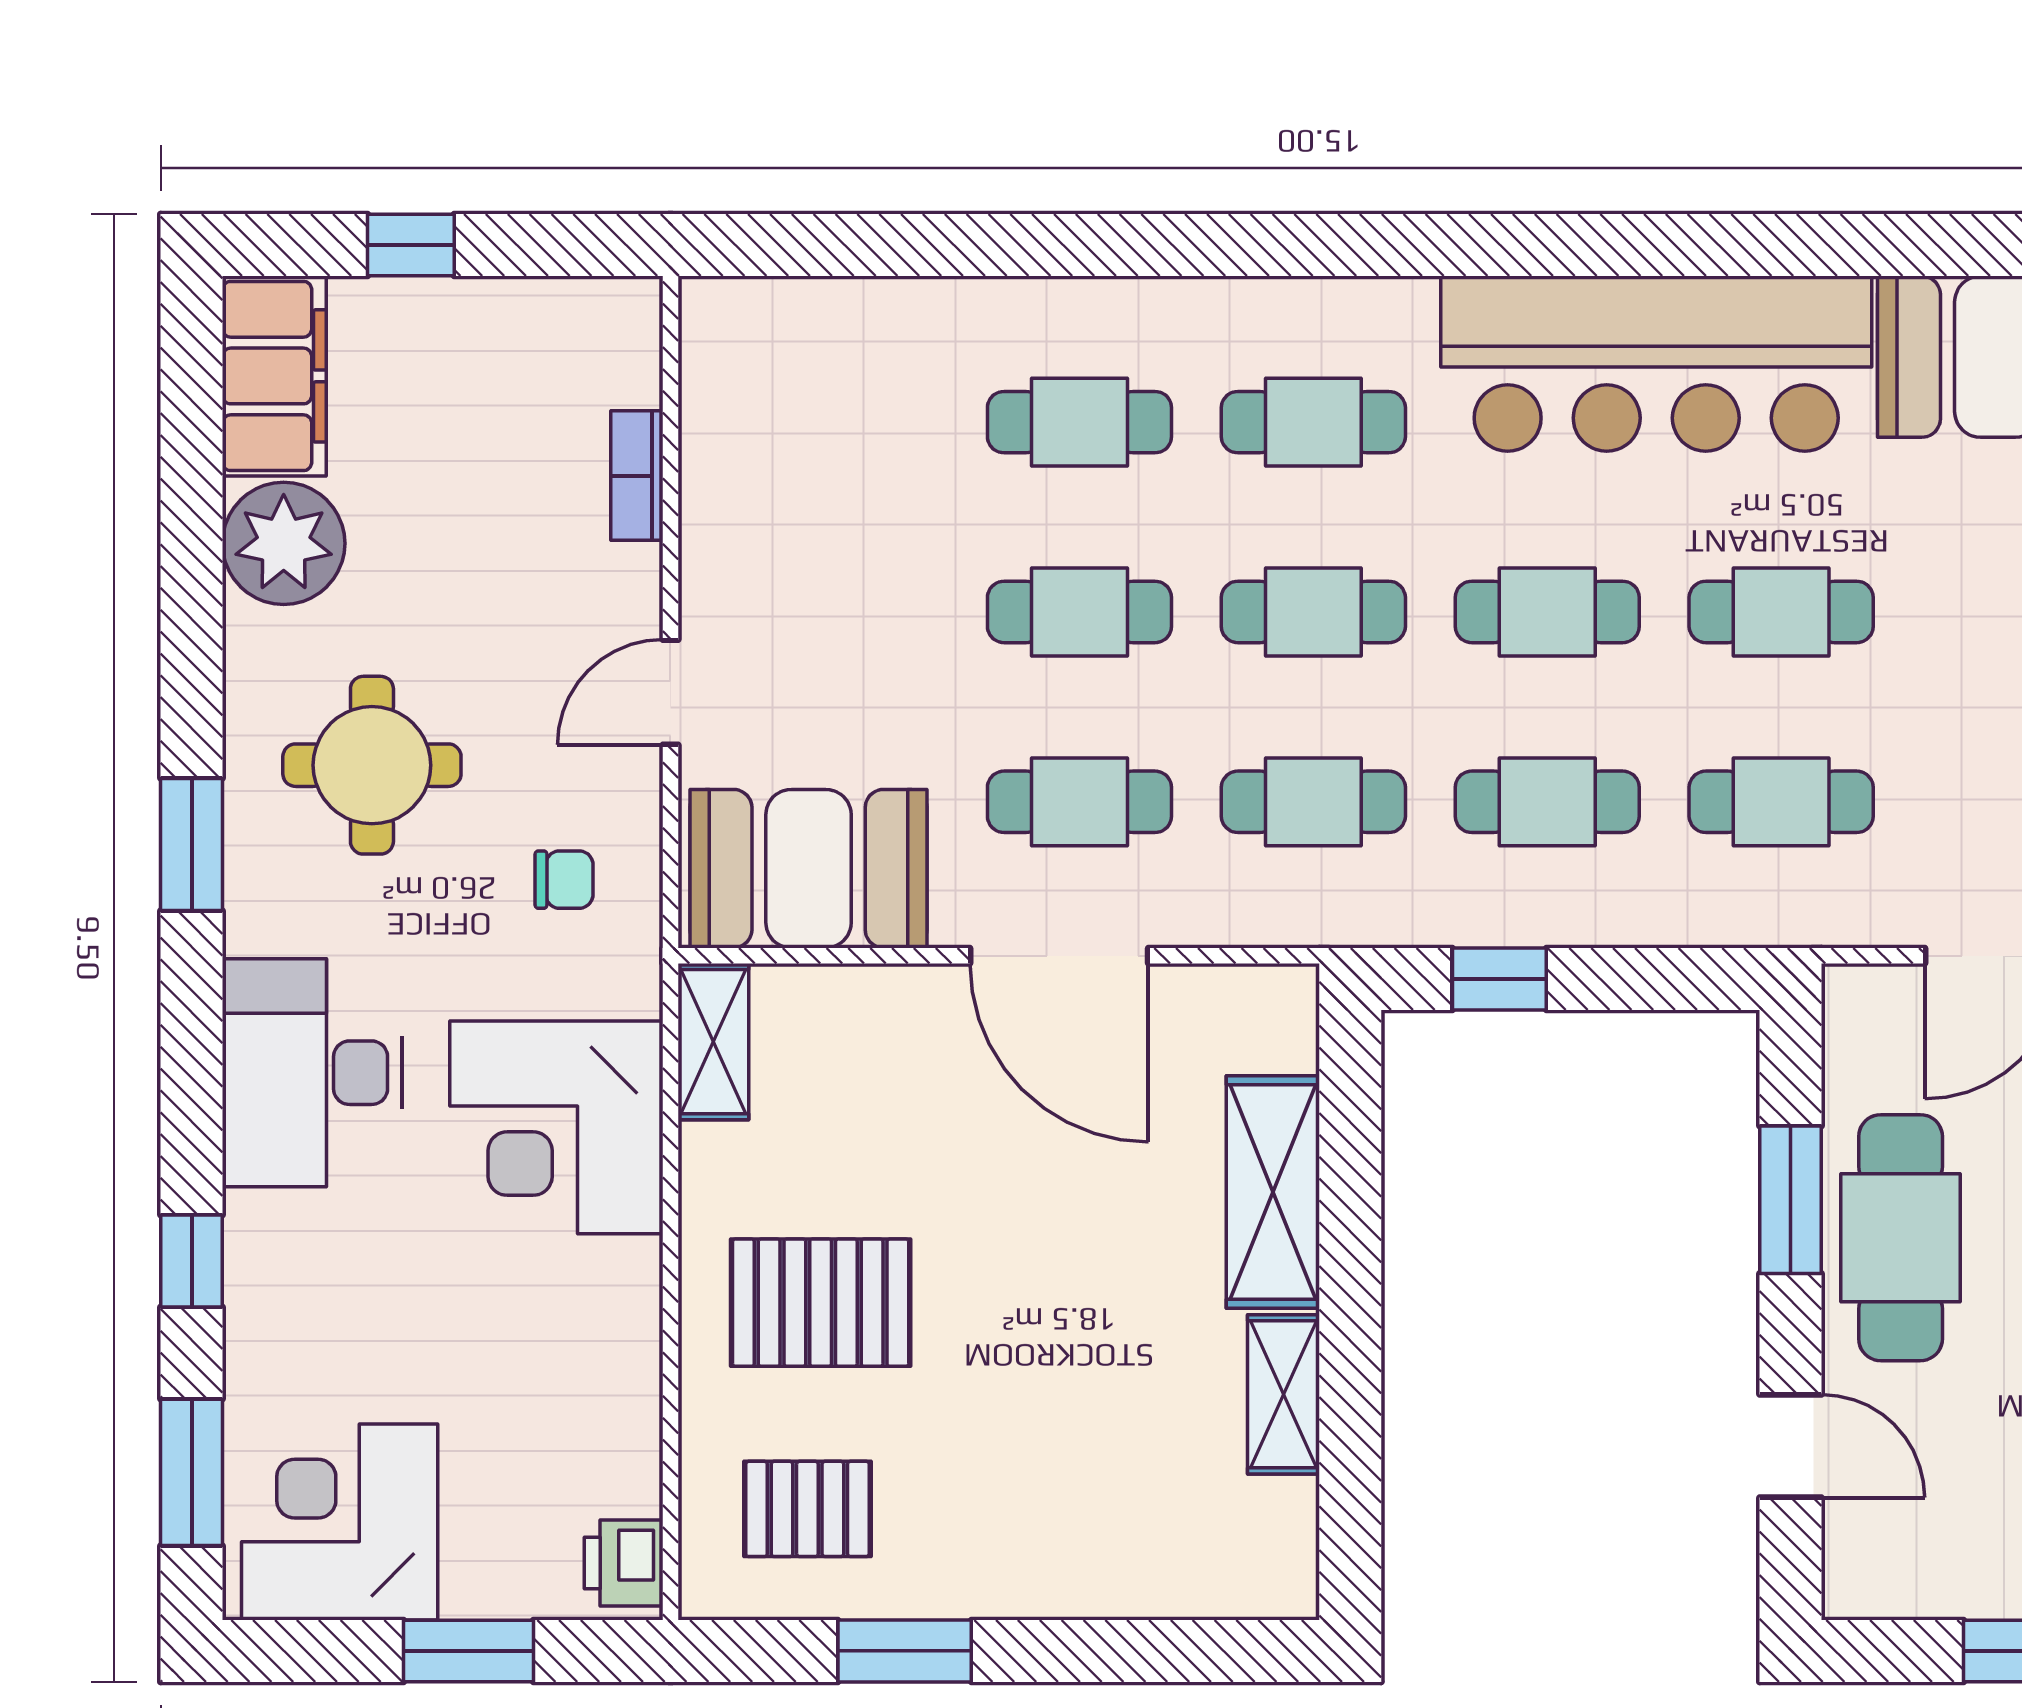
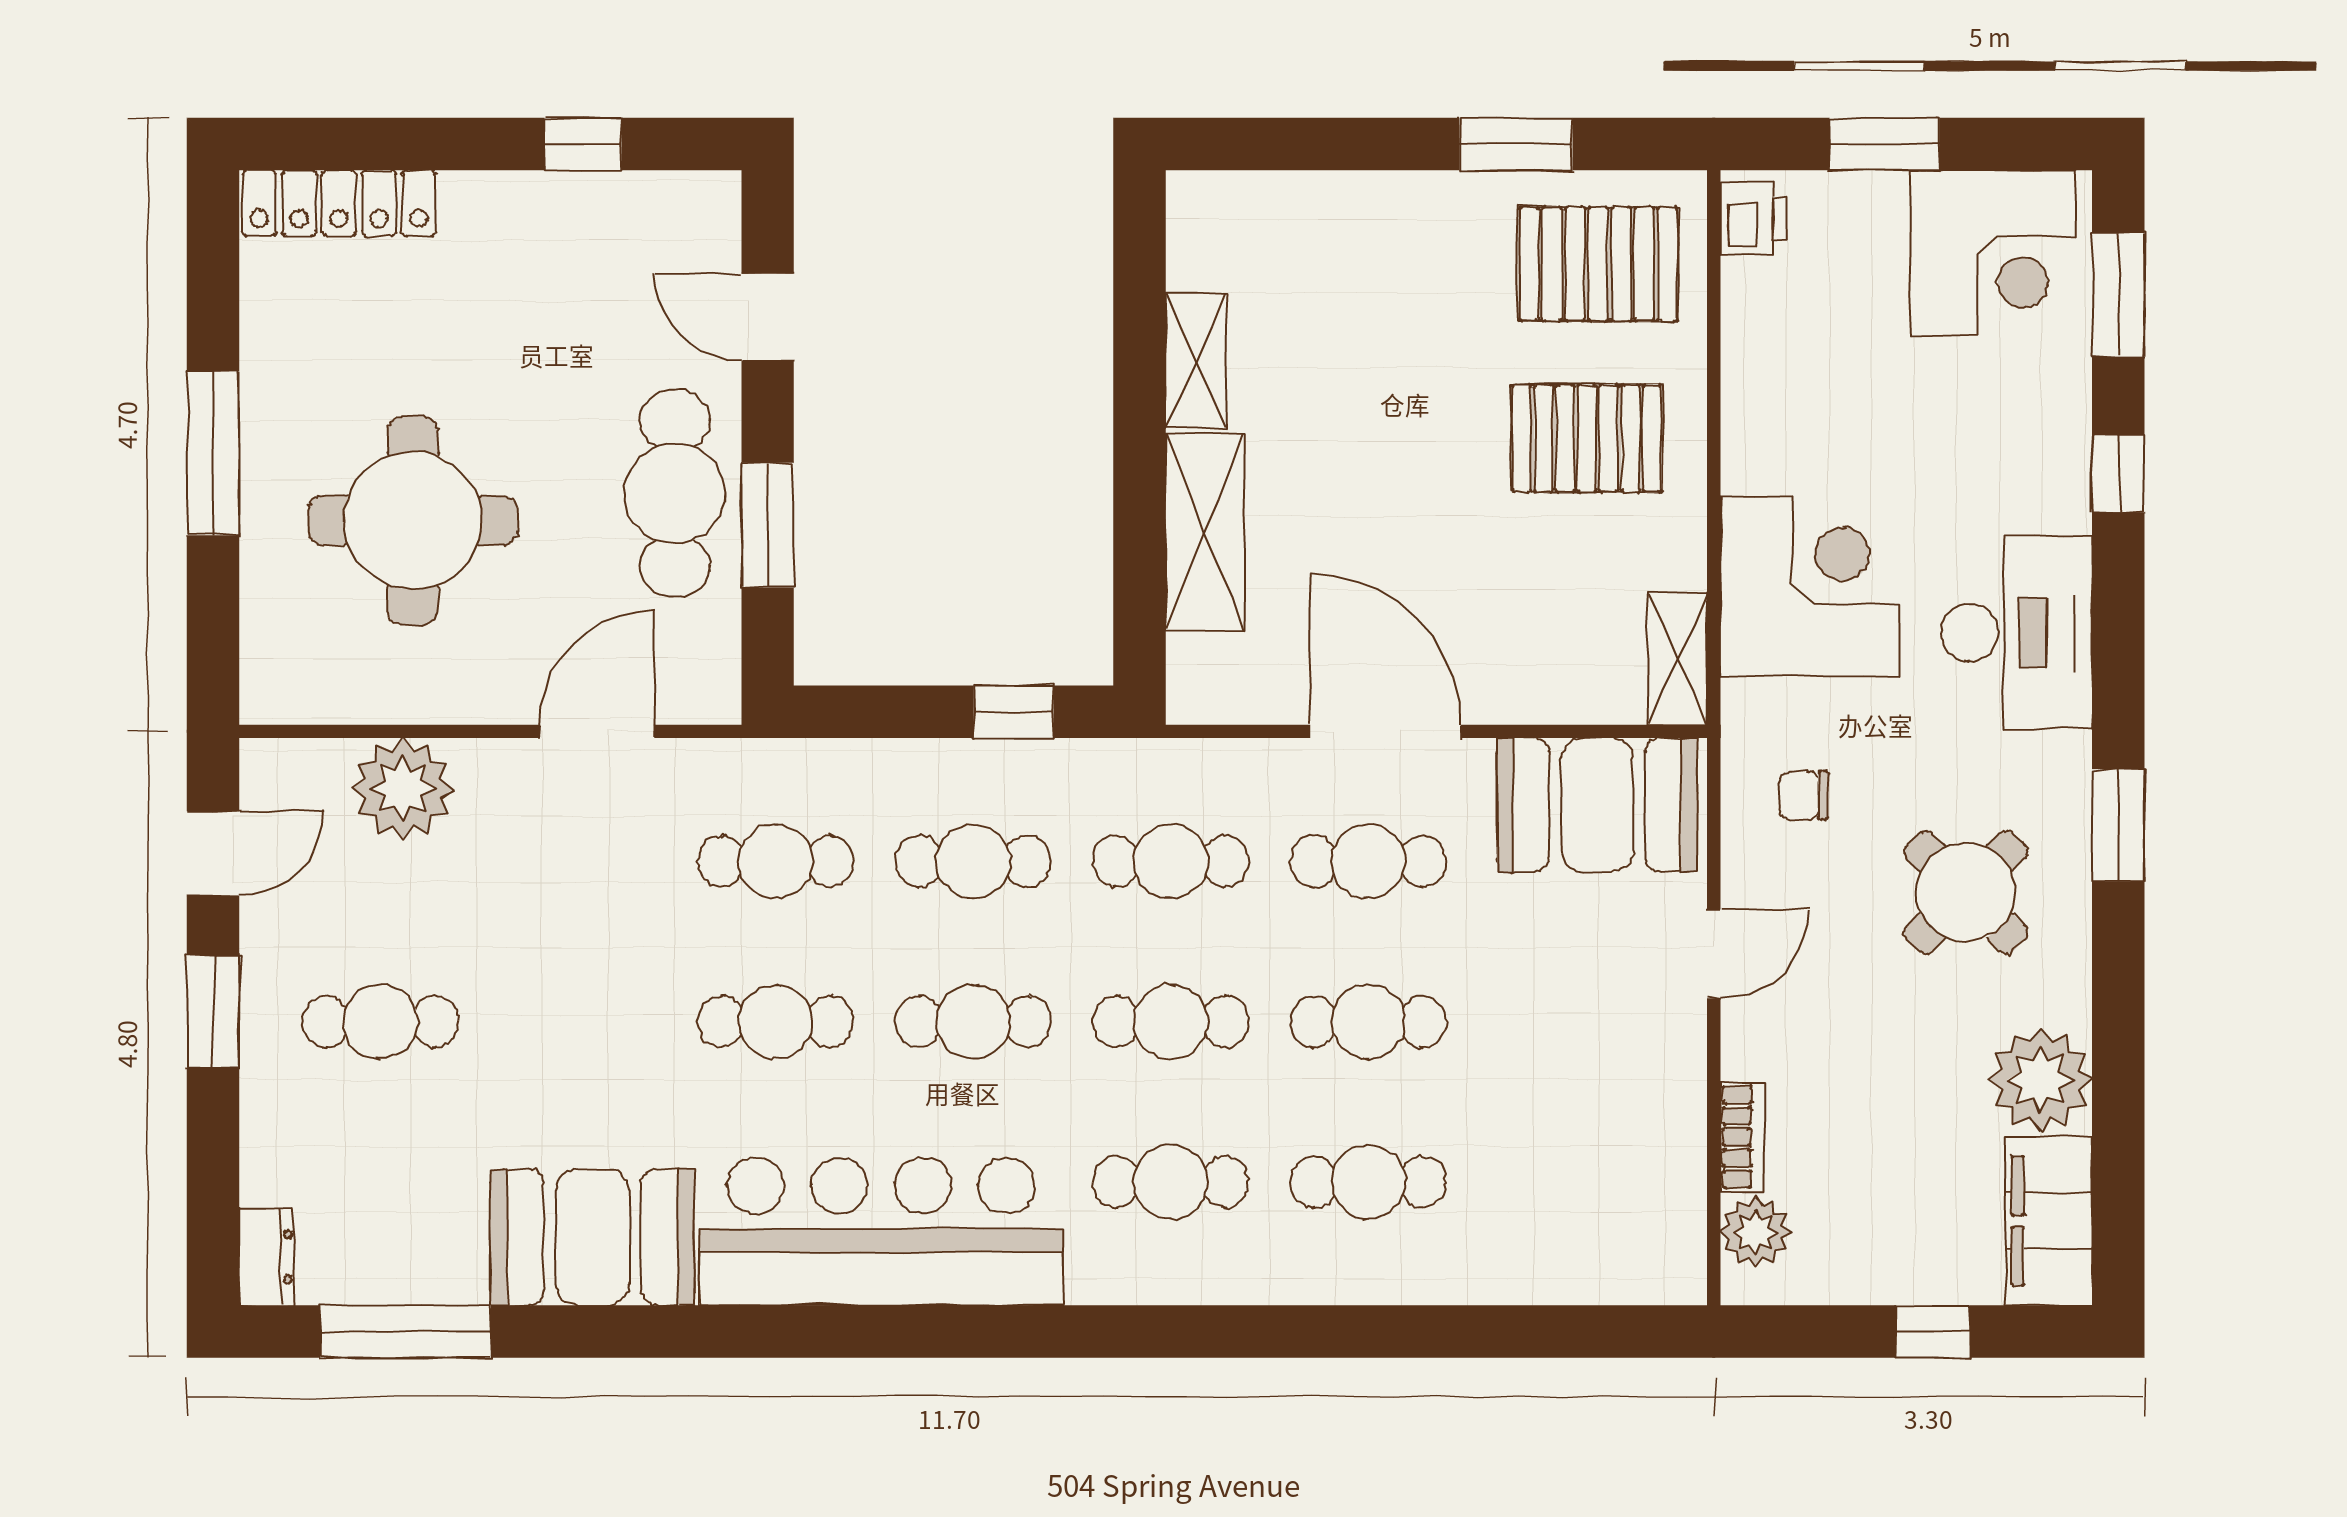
plant: (621, 363) -> (1755, 1232), added
round table: (372, 765) -> (1966, 892), turned 45
pallet: (807, 1509) -> (1598, 264), width x1.50, depth x1.42

